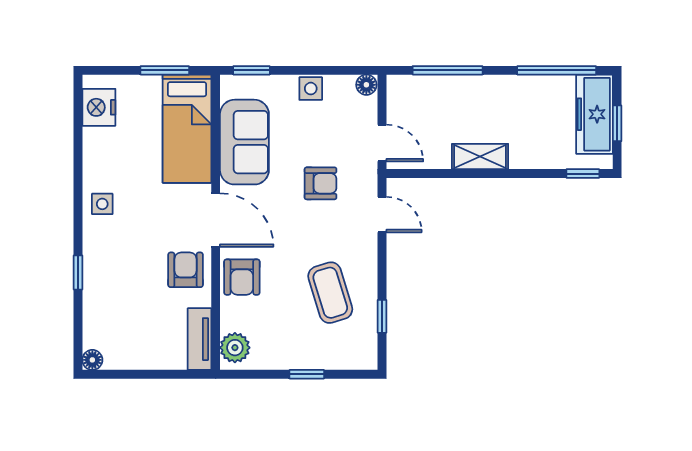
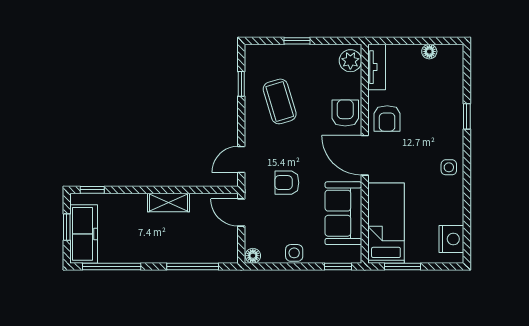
door: (382, 215) -> (241, 159), hinge flipped
floor lamp: (92, 360) -> (429, 52), moved

